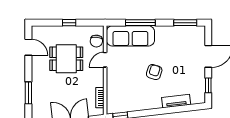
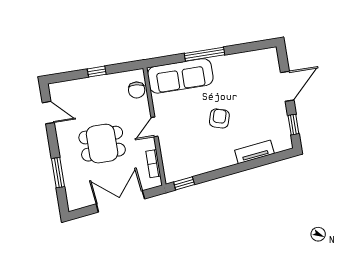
window: (140, 23) -> (204, 54), moved
window: (185, 23) -> (250, 47), removed
dining table: (66, 59) -> (102, 144), moved
door: (105, 60) -> (154, 127), moved

